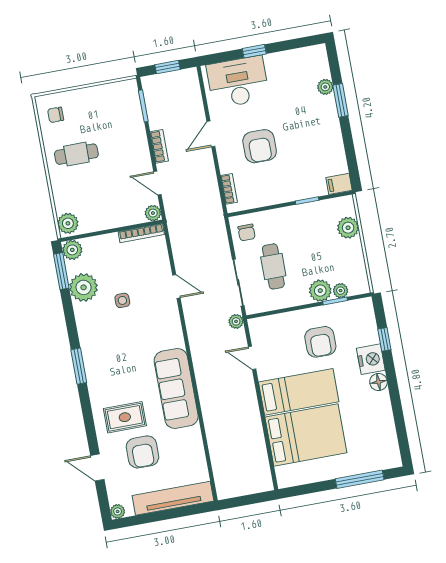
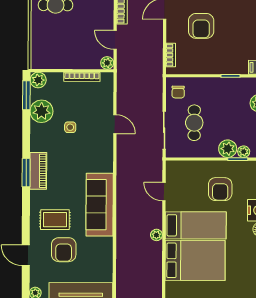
plant: (68, 223) -> (39, 58), removed
bookcase: (141, 233) -> (82, 77), moved
plant: (236, 321) -> (156, 235), moved
piano: (93, 361) -> (38, 171), added

